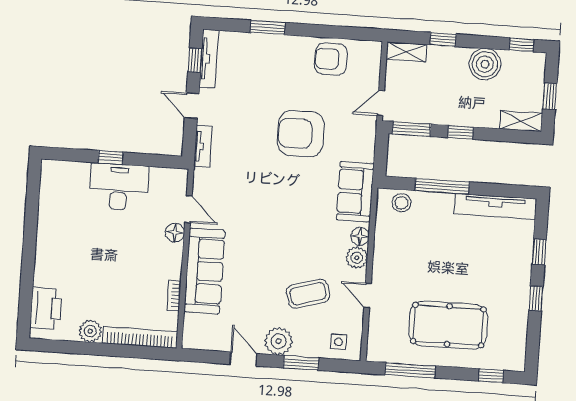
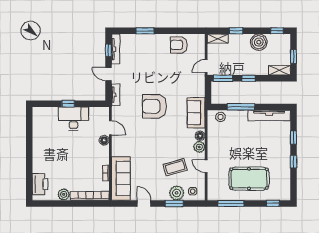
armchair: (301, 134) -> (154, 106), moved
sofa: (204, 271) -> (121, 178), moved
plant: (279, 341) -> (177, 193), moved

